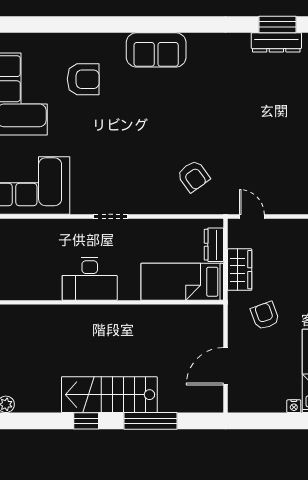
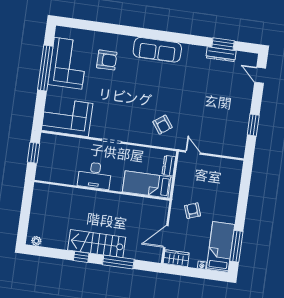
sofa: (156, 50) -> (157, 50), width x1.36
wardrobe: (240, 270) -> (176, 258), moved, turned -90

